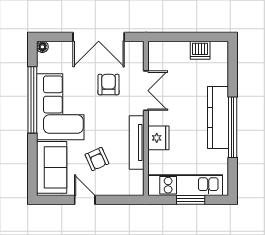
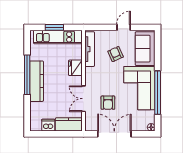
kitchen counter: (168, 51) -> (69, 124), added
tv unit: (137, 142) -> (90, 49), moved
door: (85, 200) -> (124, 27), swing flipped

